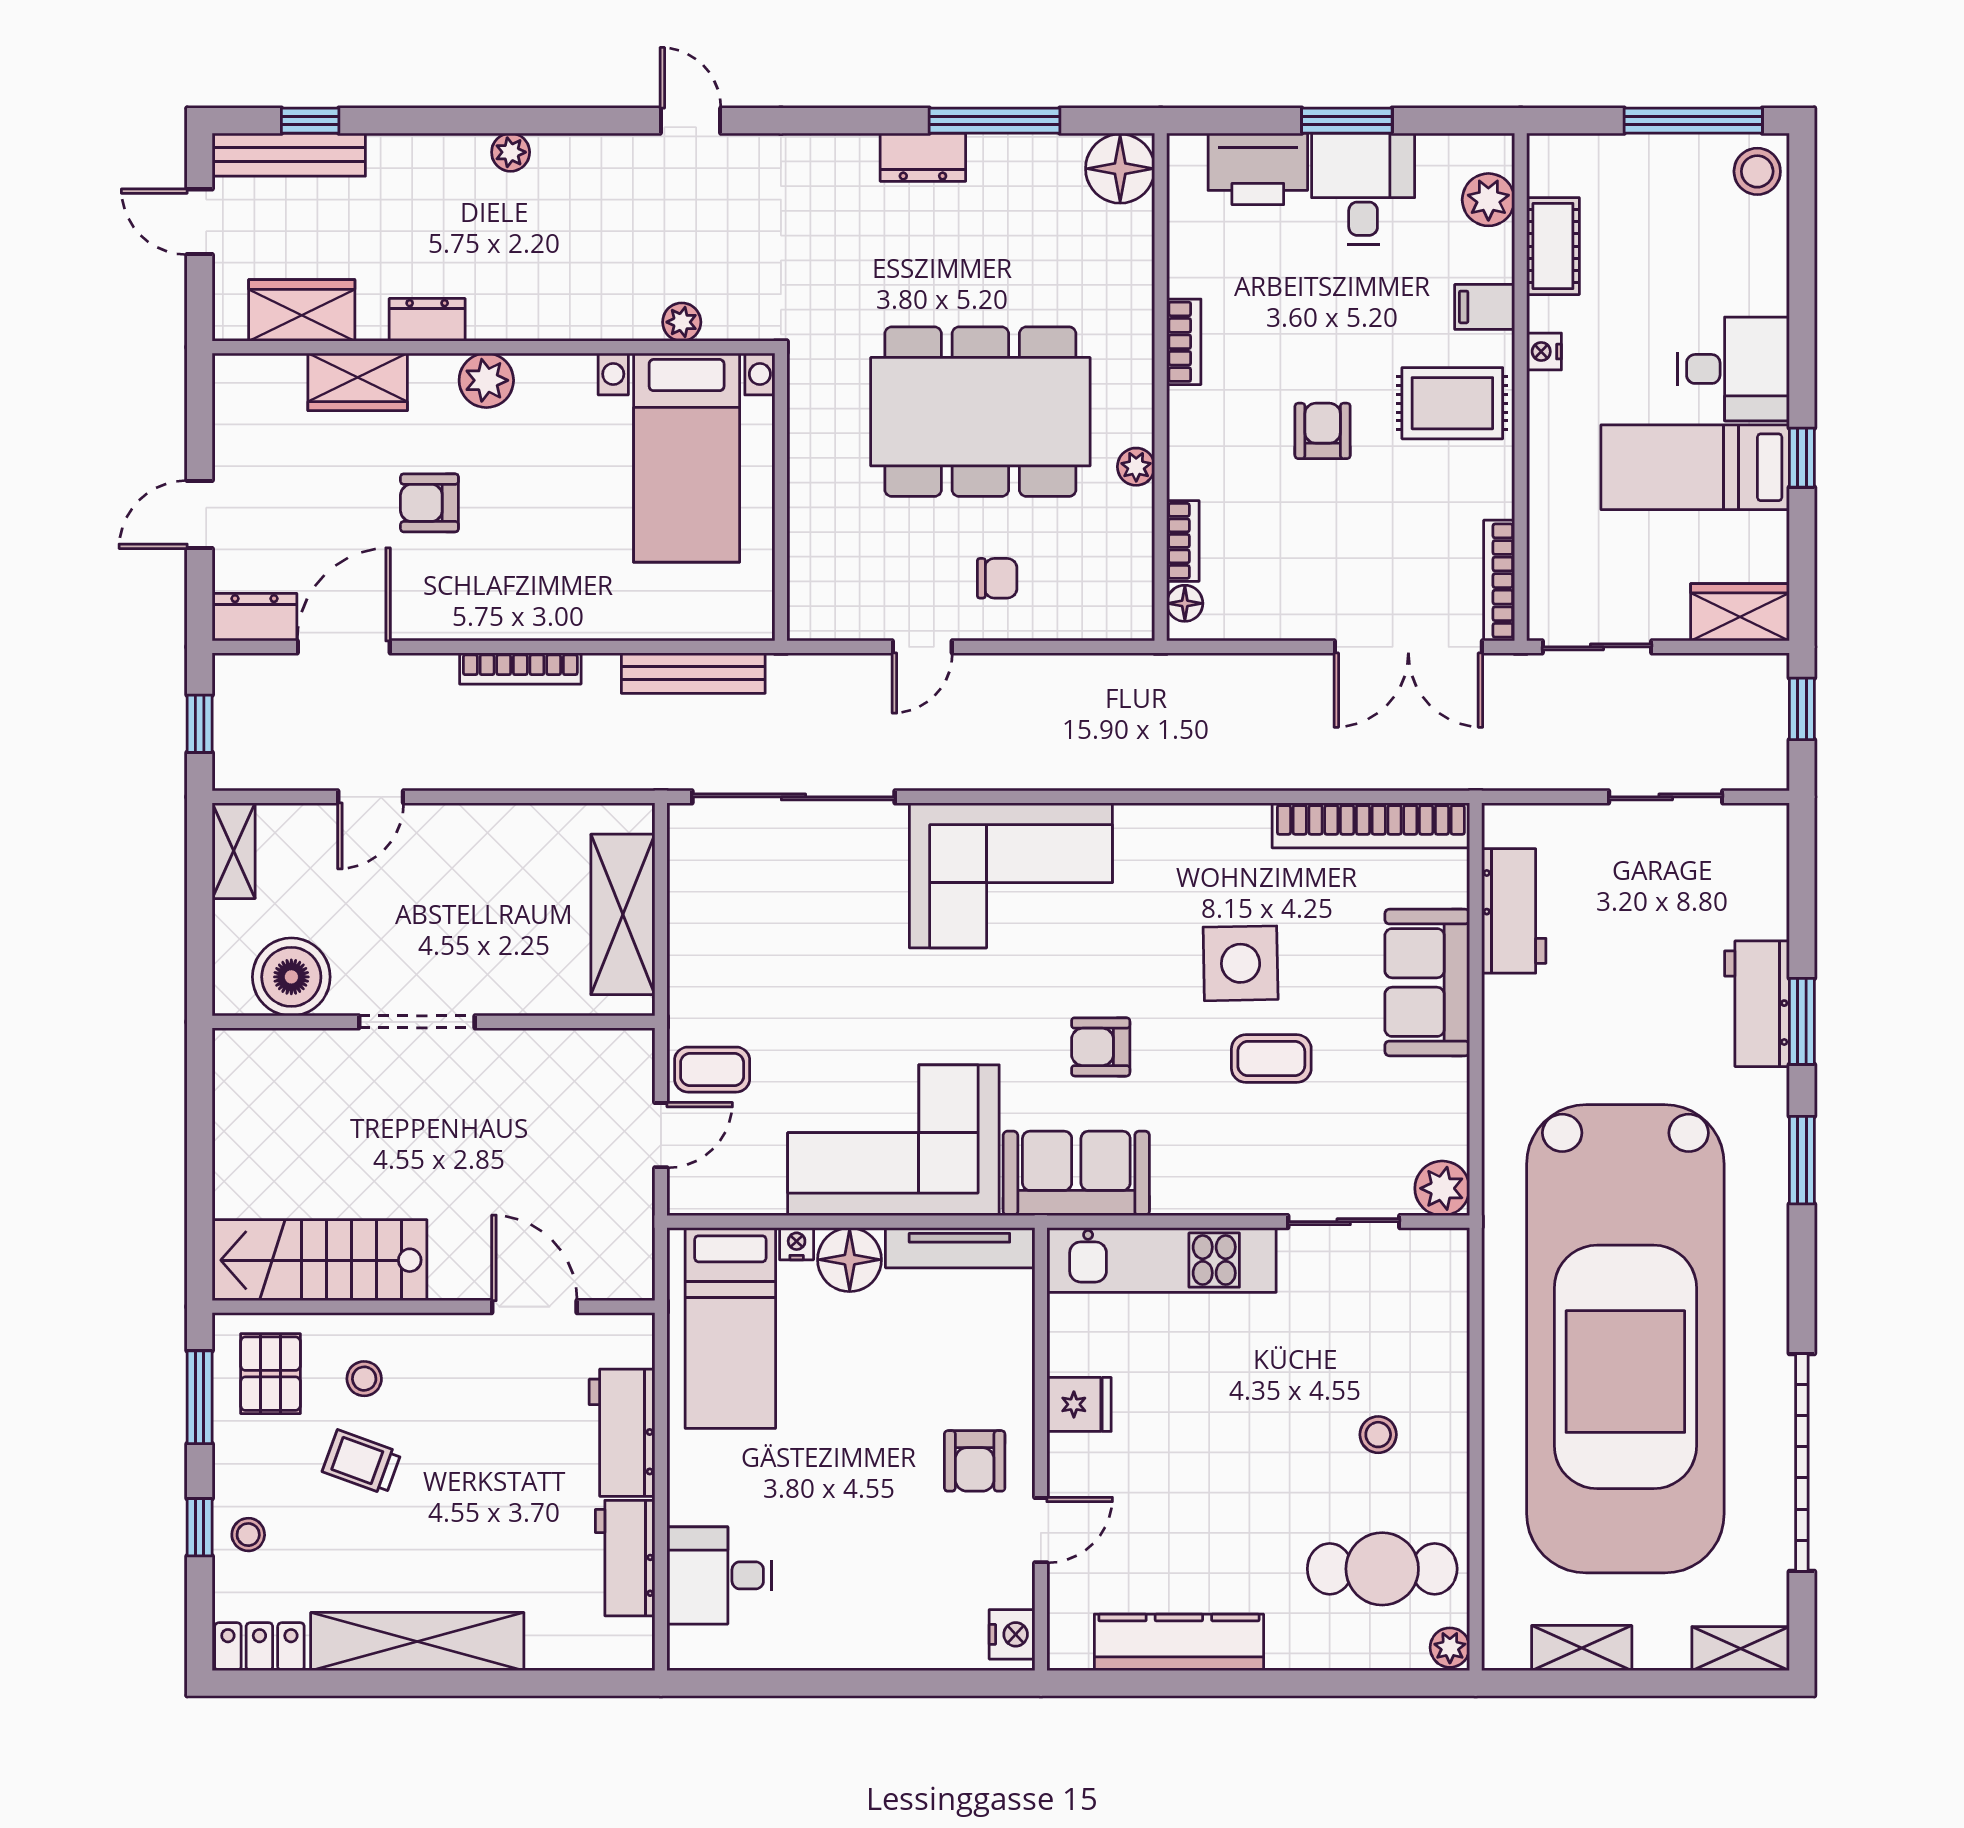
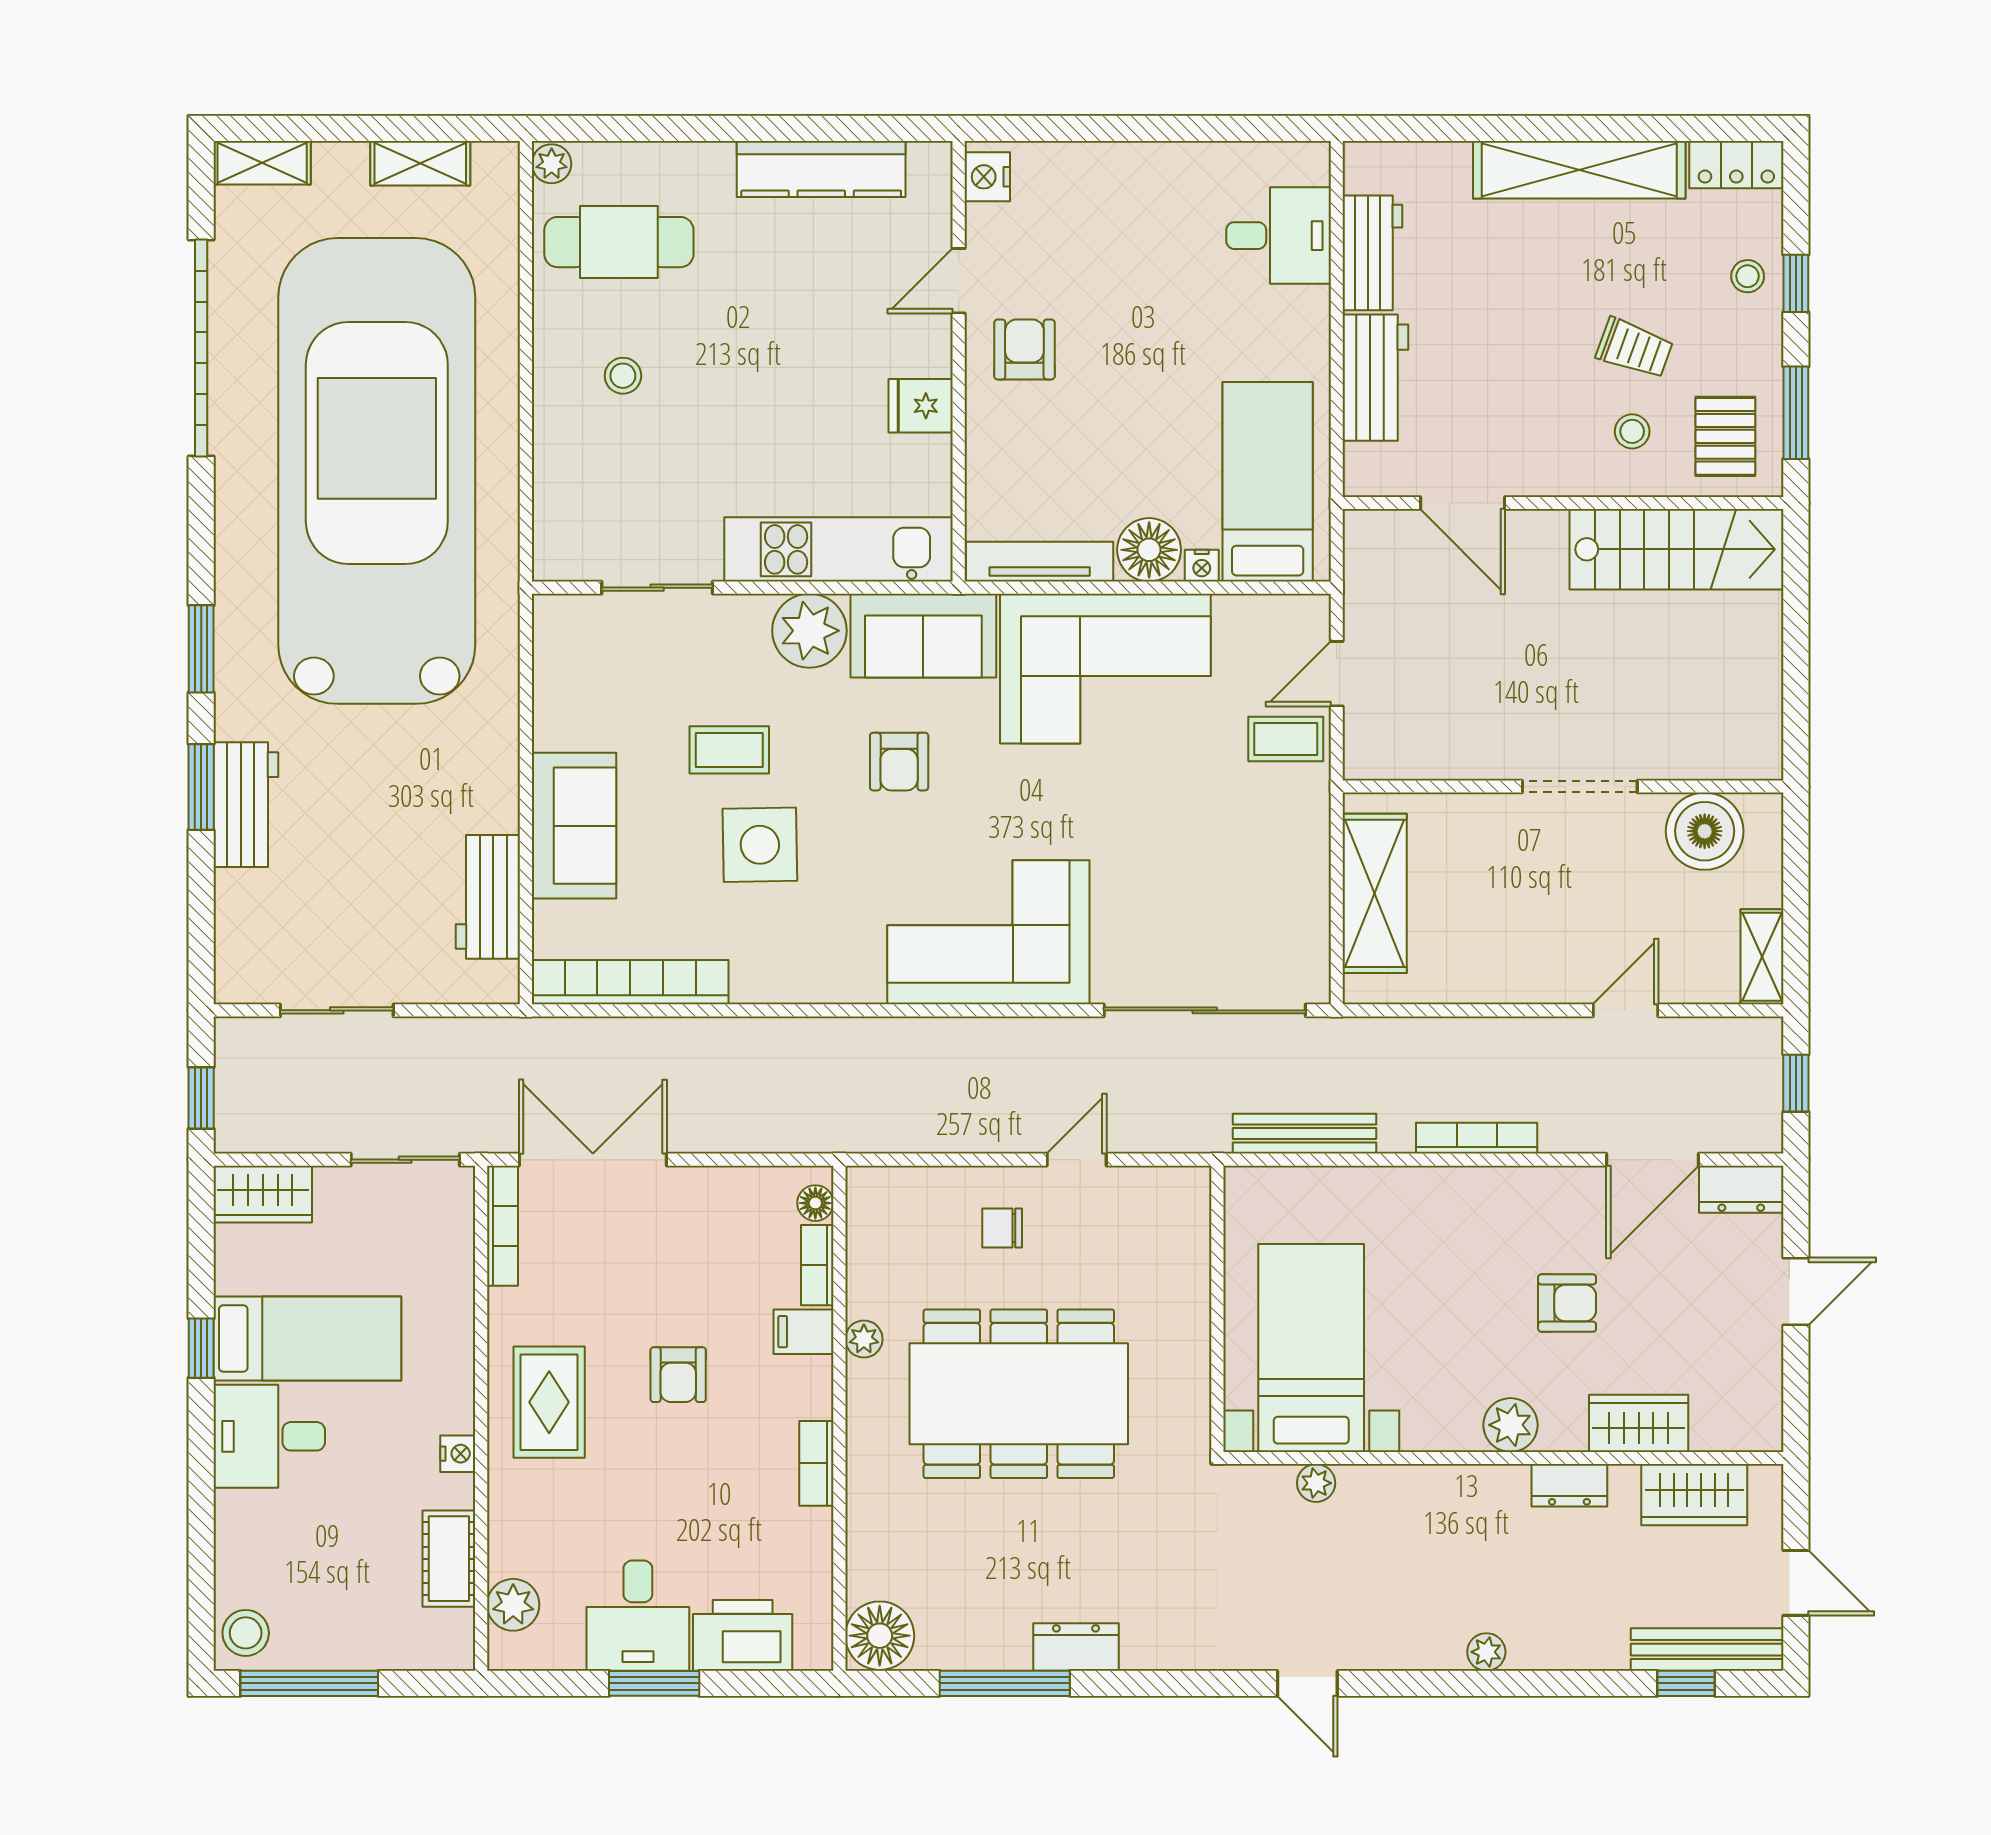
filing cabinet: (1485, 307) -> (804, 1332), moved, turned 180
rug: (1452, 403) -> (549, 1402), turned 90
armchair: (1101, 1047) -> (899, 762), turned 90
plant: (1442, 1188) -> (809, 631), moved, width x1.36, depth x1.36

